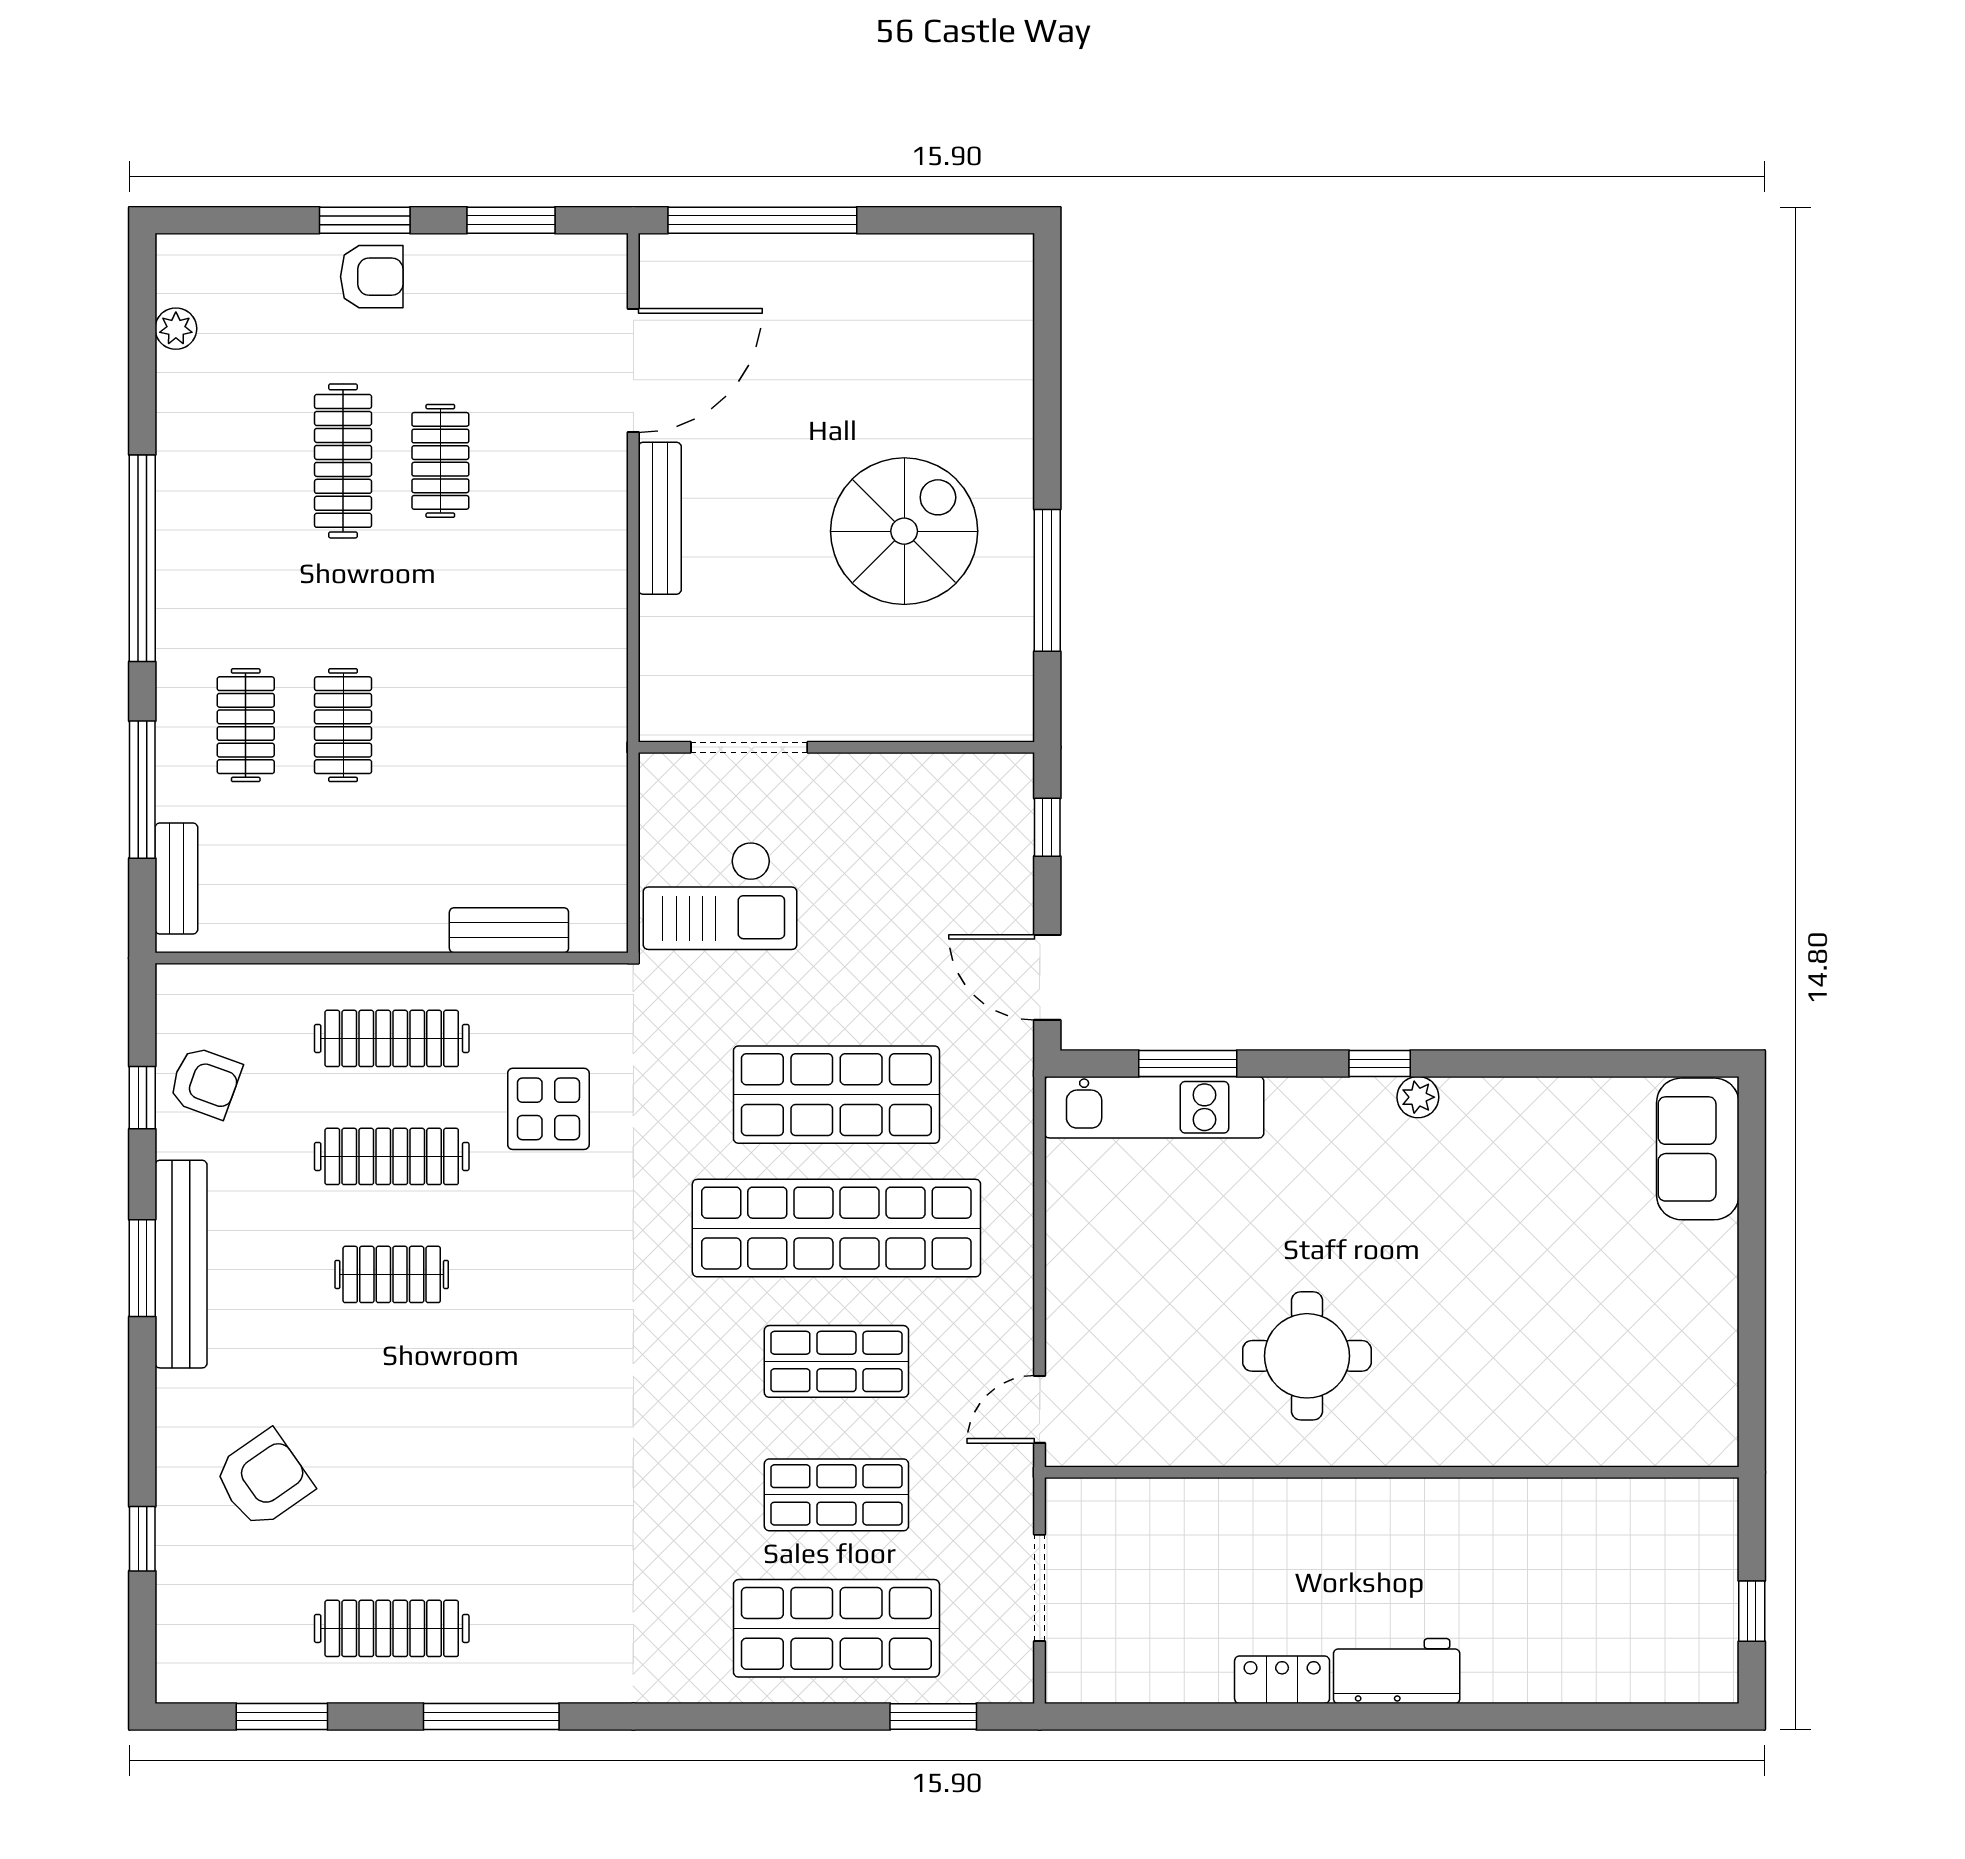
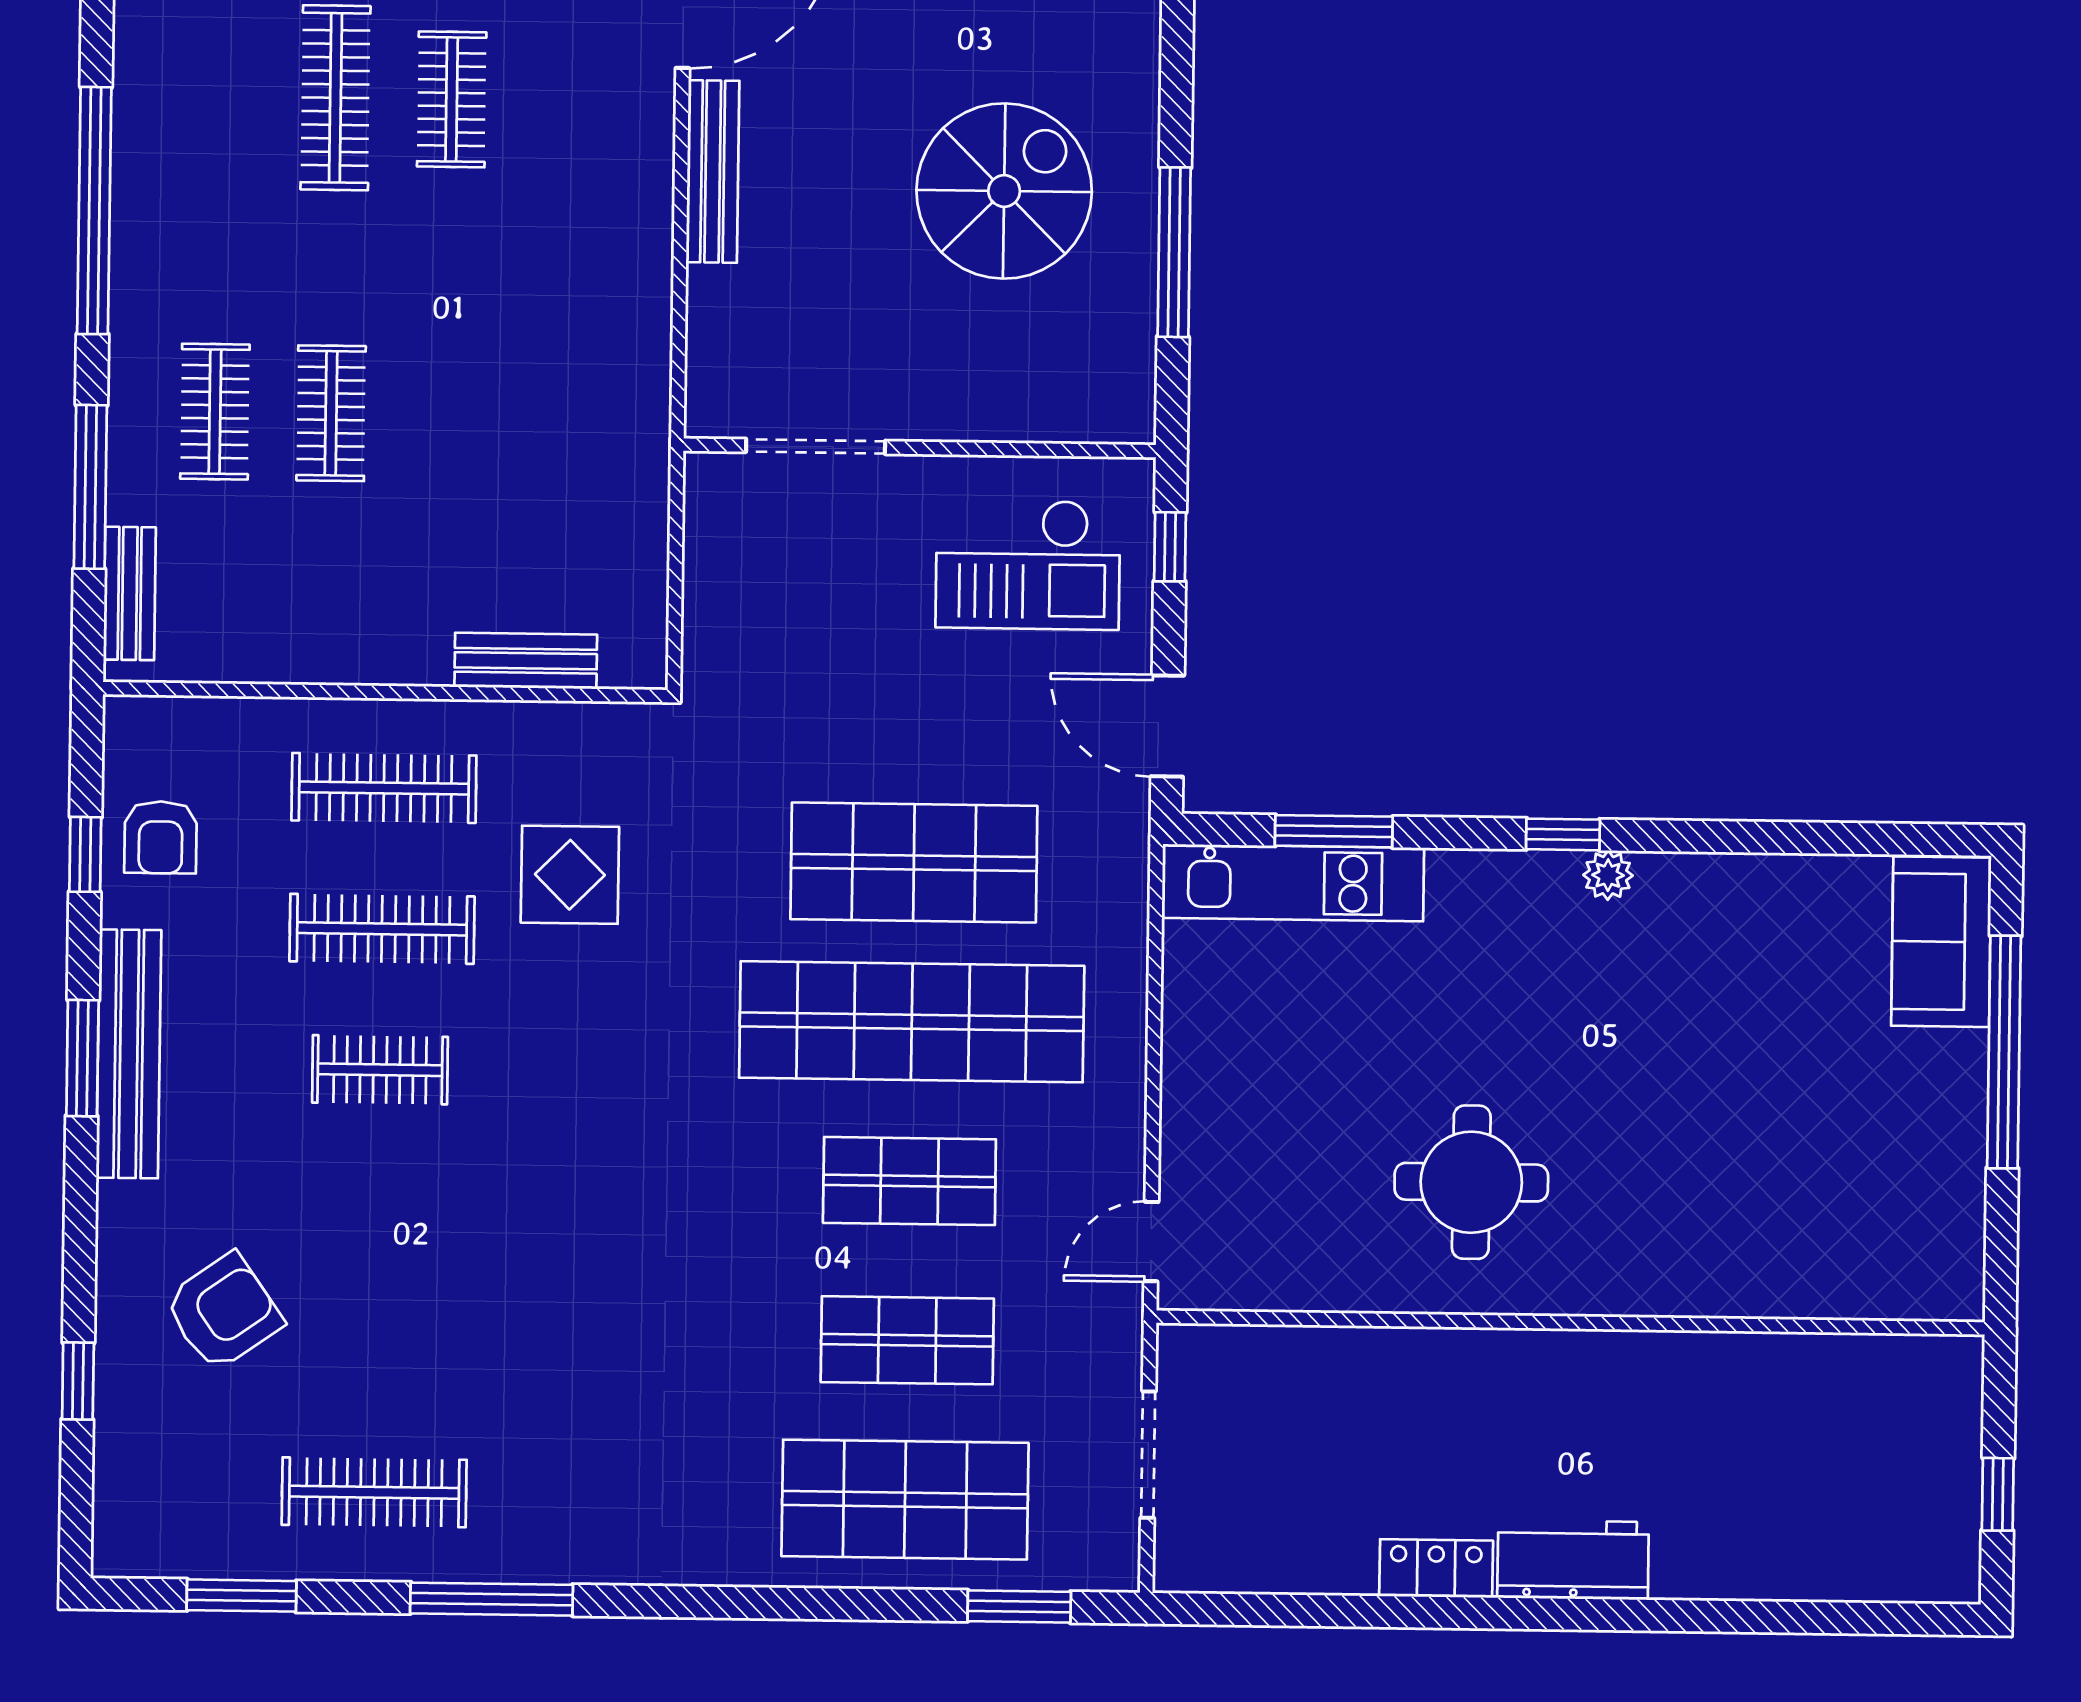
checkout: (720, 896) -> (1028, 564), moved
armchair: (205, 1082) -> (161, 837), turned 70
window: (1752, 1241) -> (2004, 1052), added

